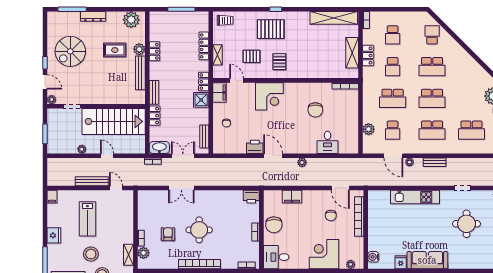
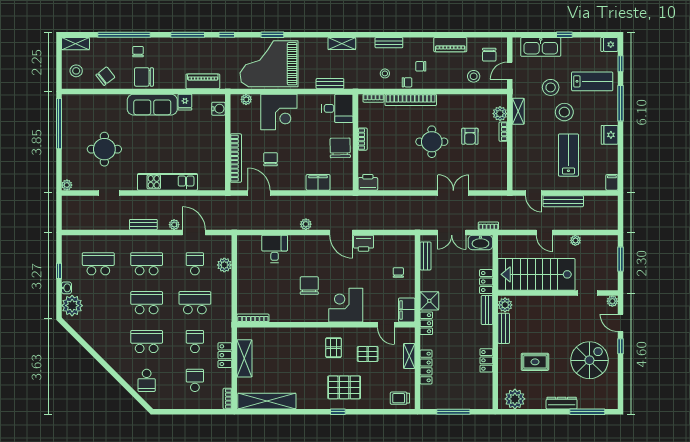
plant: (139, 49) -> (505, 305), moved
bench: (140, 73) -> (504, 328), width x0.73
chair: (315, 110) -> (309, 286), moved
bookcase: (199, 264) -> (411, 100), moved

